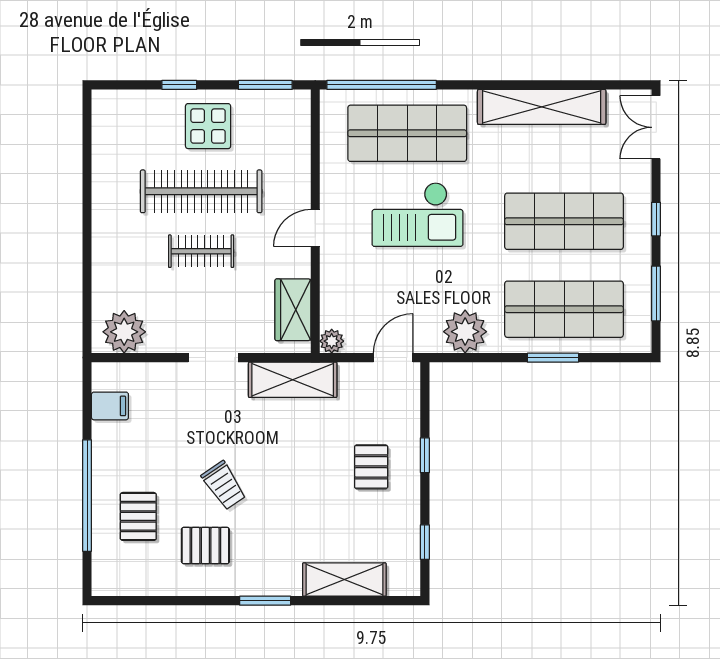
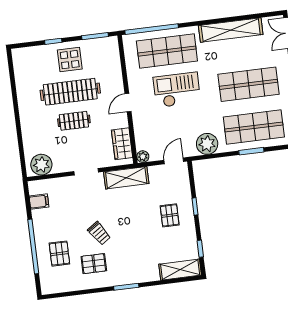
checkout: (417, 214) -> (177, 90), turned 180
shelving: (344, 579) -> (180, 270), moved

